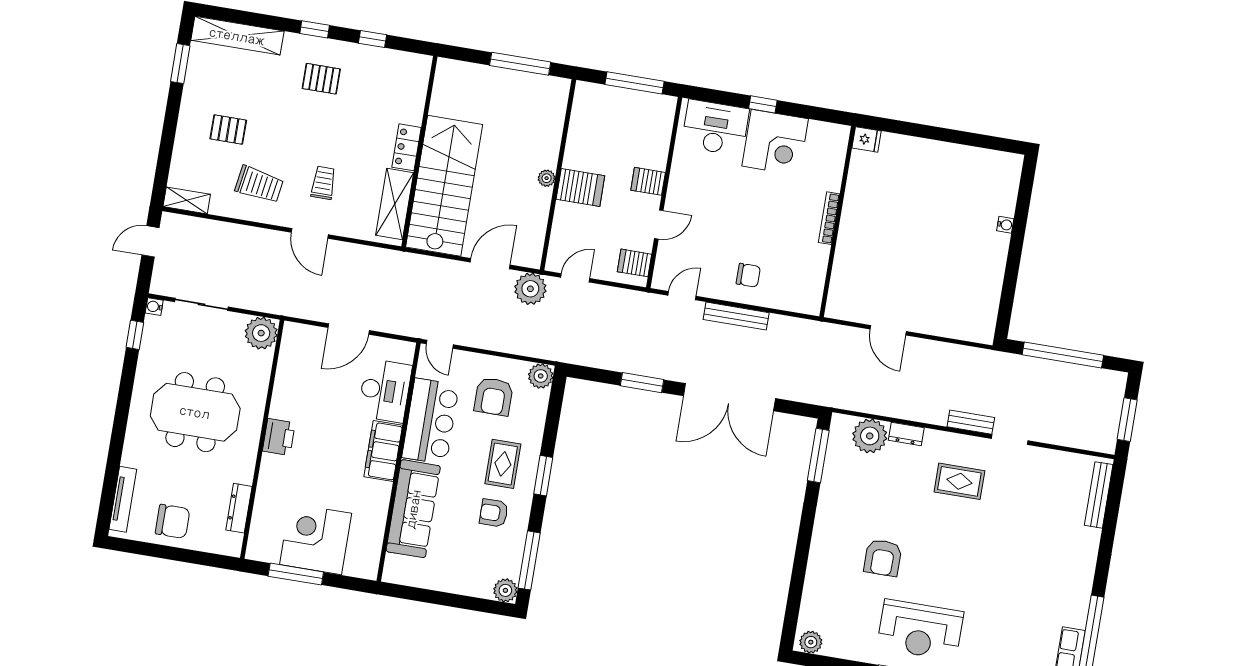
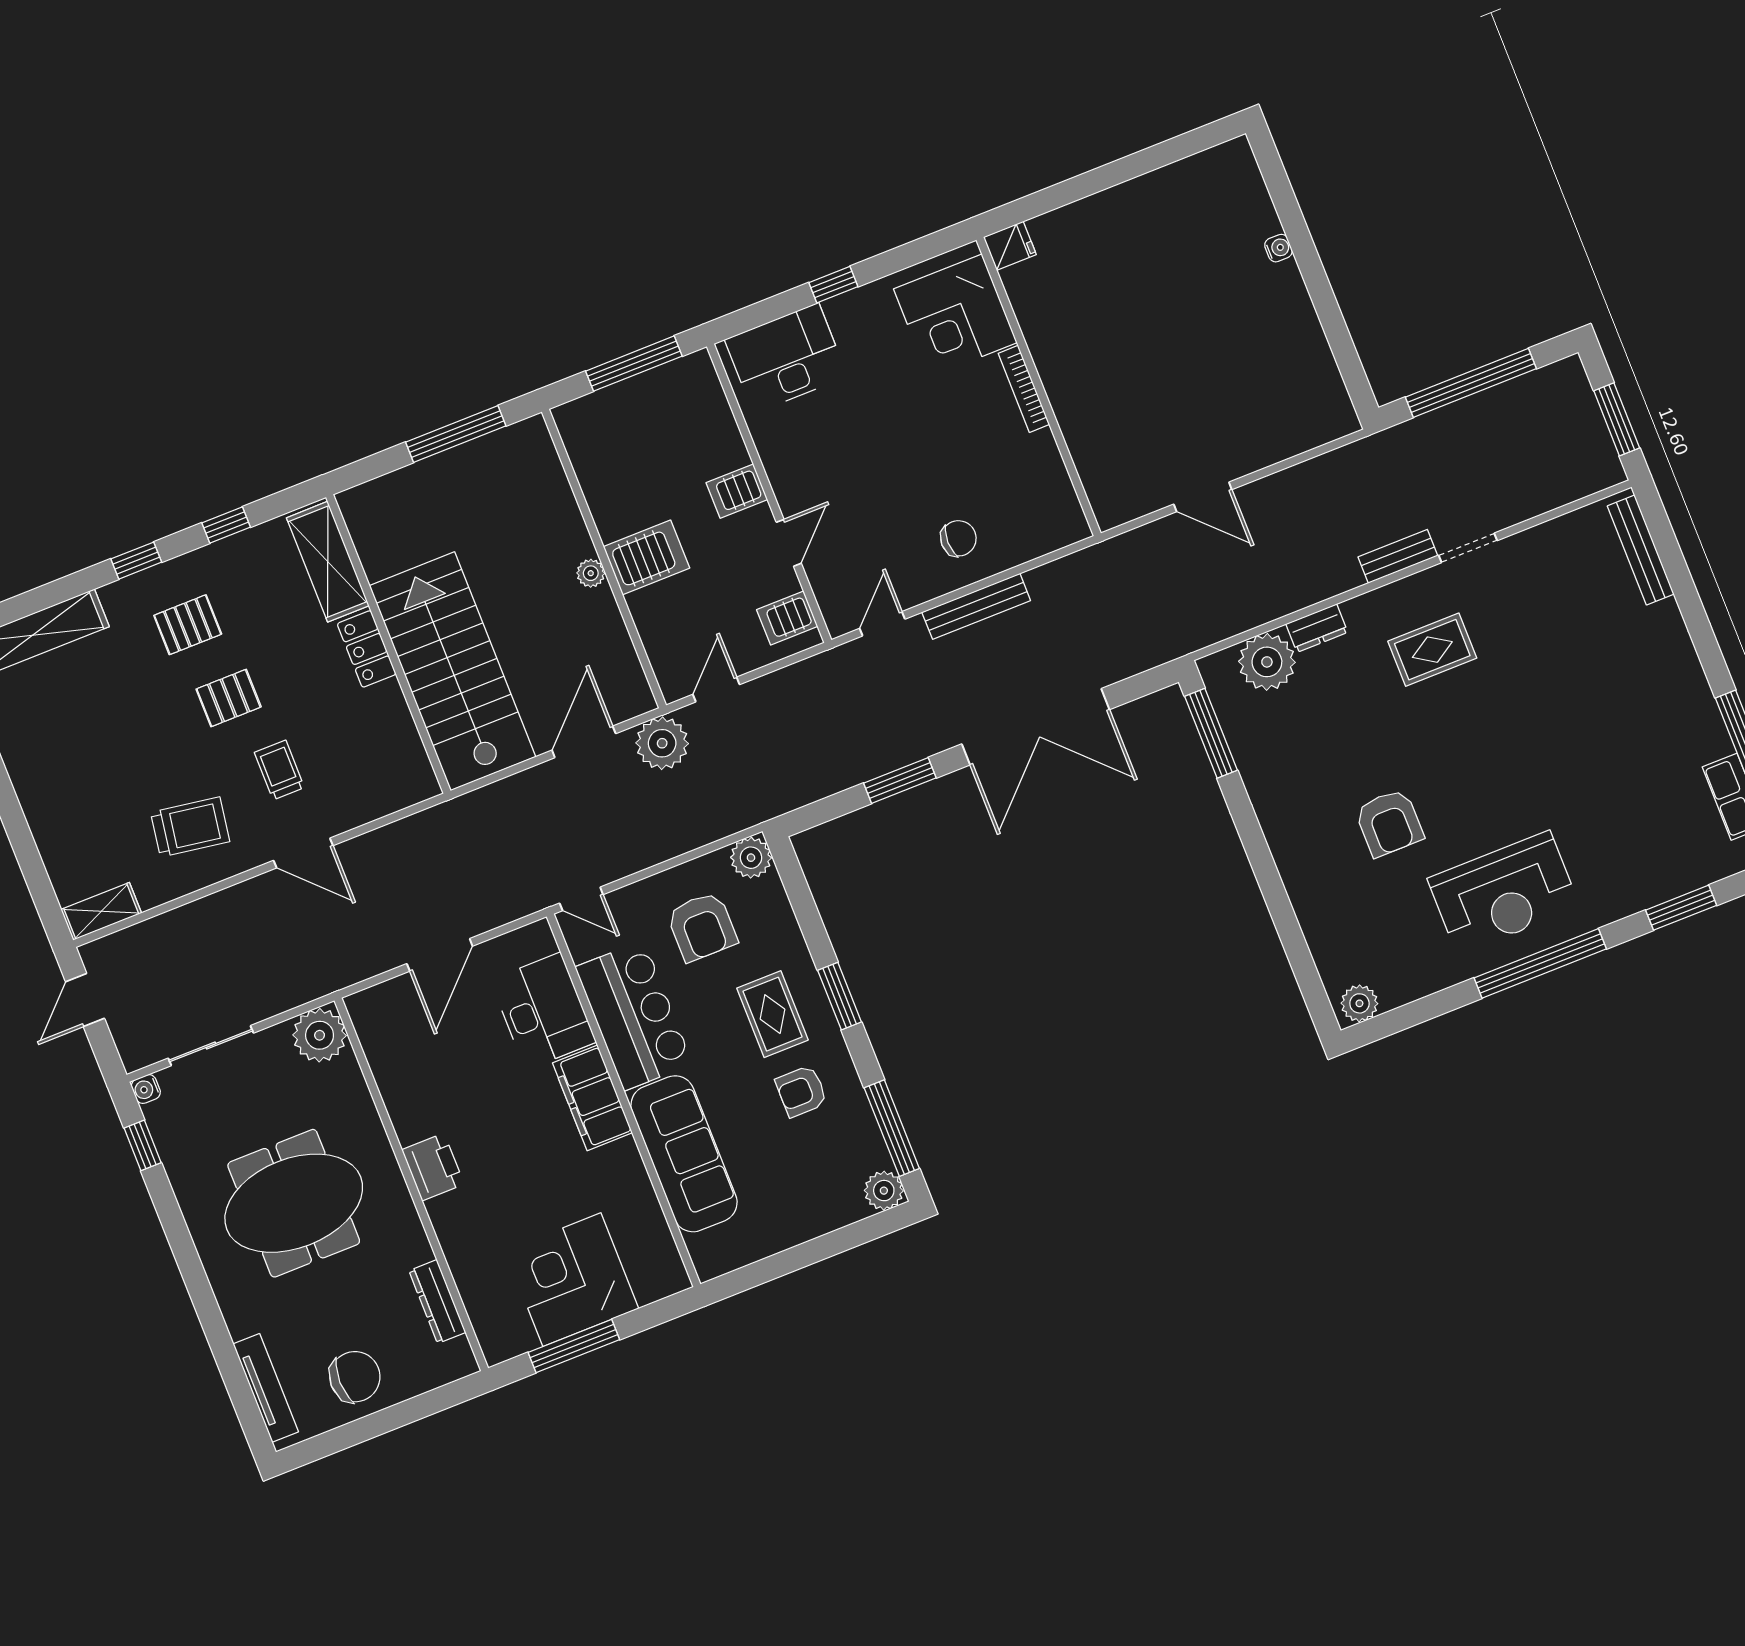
pallet: (228, 130) -> (229, 698), moved
corner desk: (775, 142) -> (955, 316), moved, turned 90
shelving: (395, 204) -> (328, 562), moved

